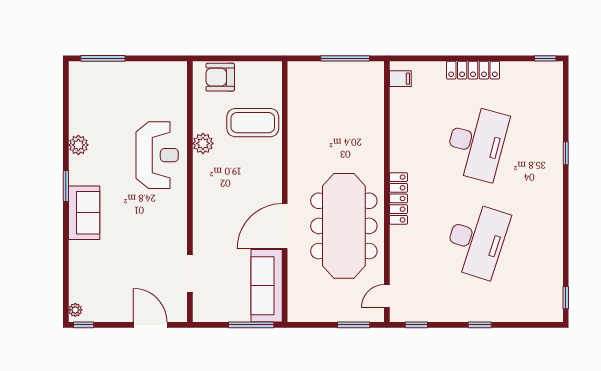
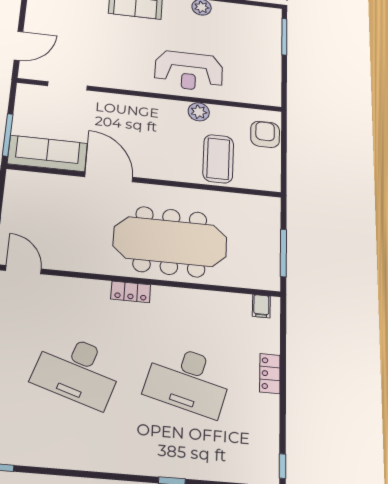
locker: (473, 70) -> (270, 374), width x0.66
locker: (399, 198) -> (131, 292), width x0.66
meeting table: (344, 226) -> (170, 242), moved
door: (387, 296) -> (23, 270), width x1.37

